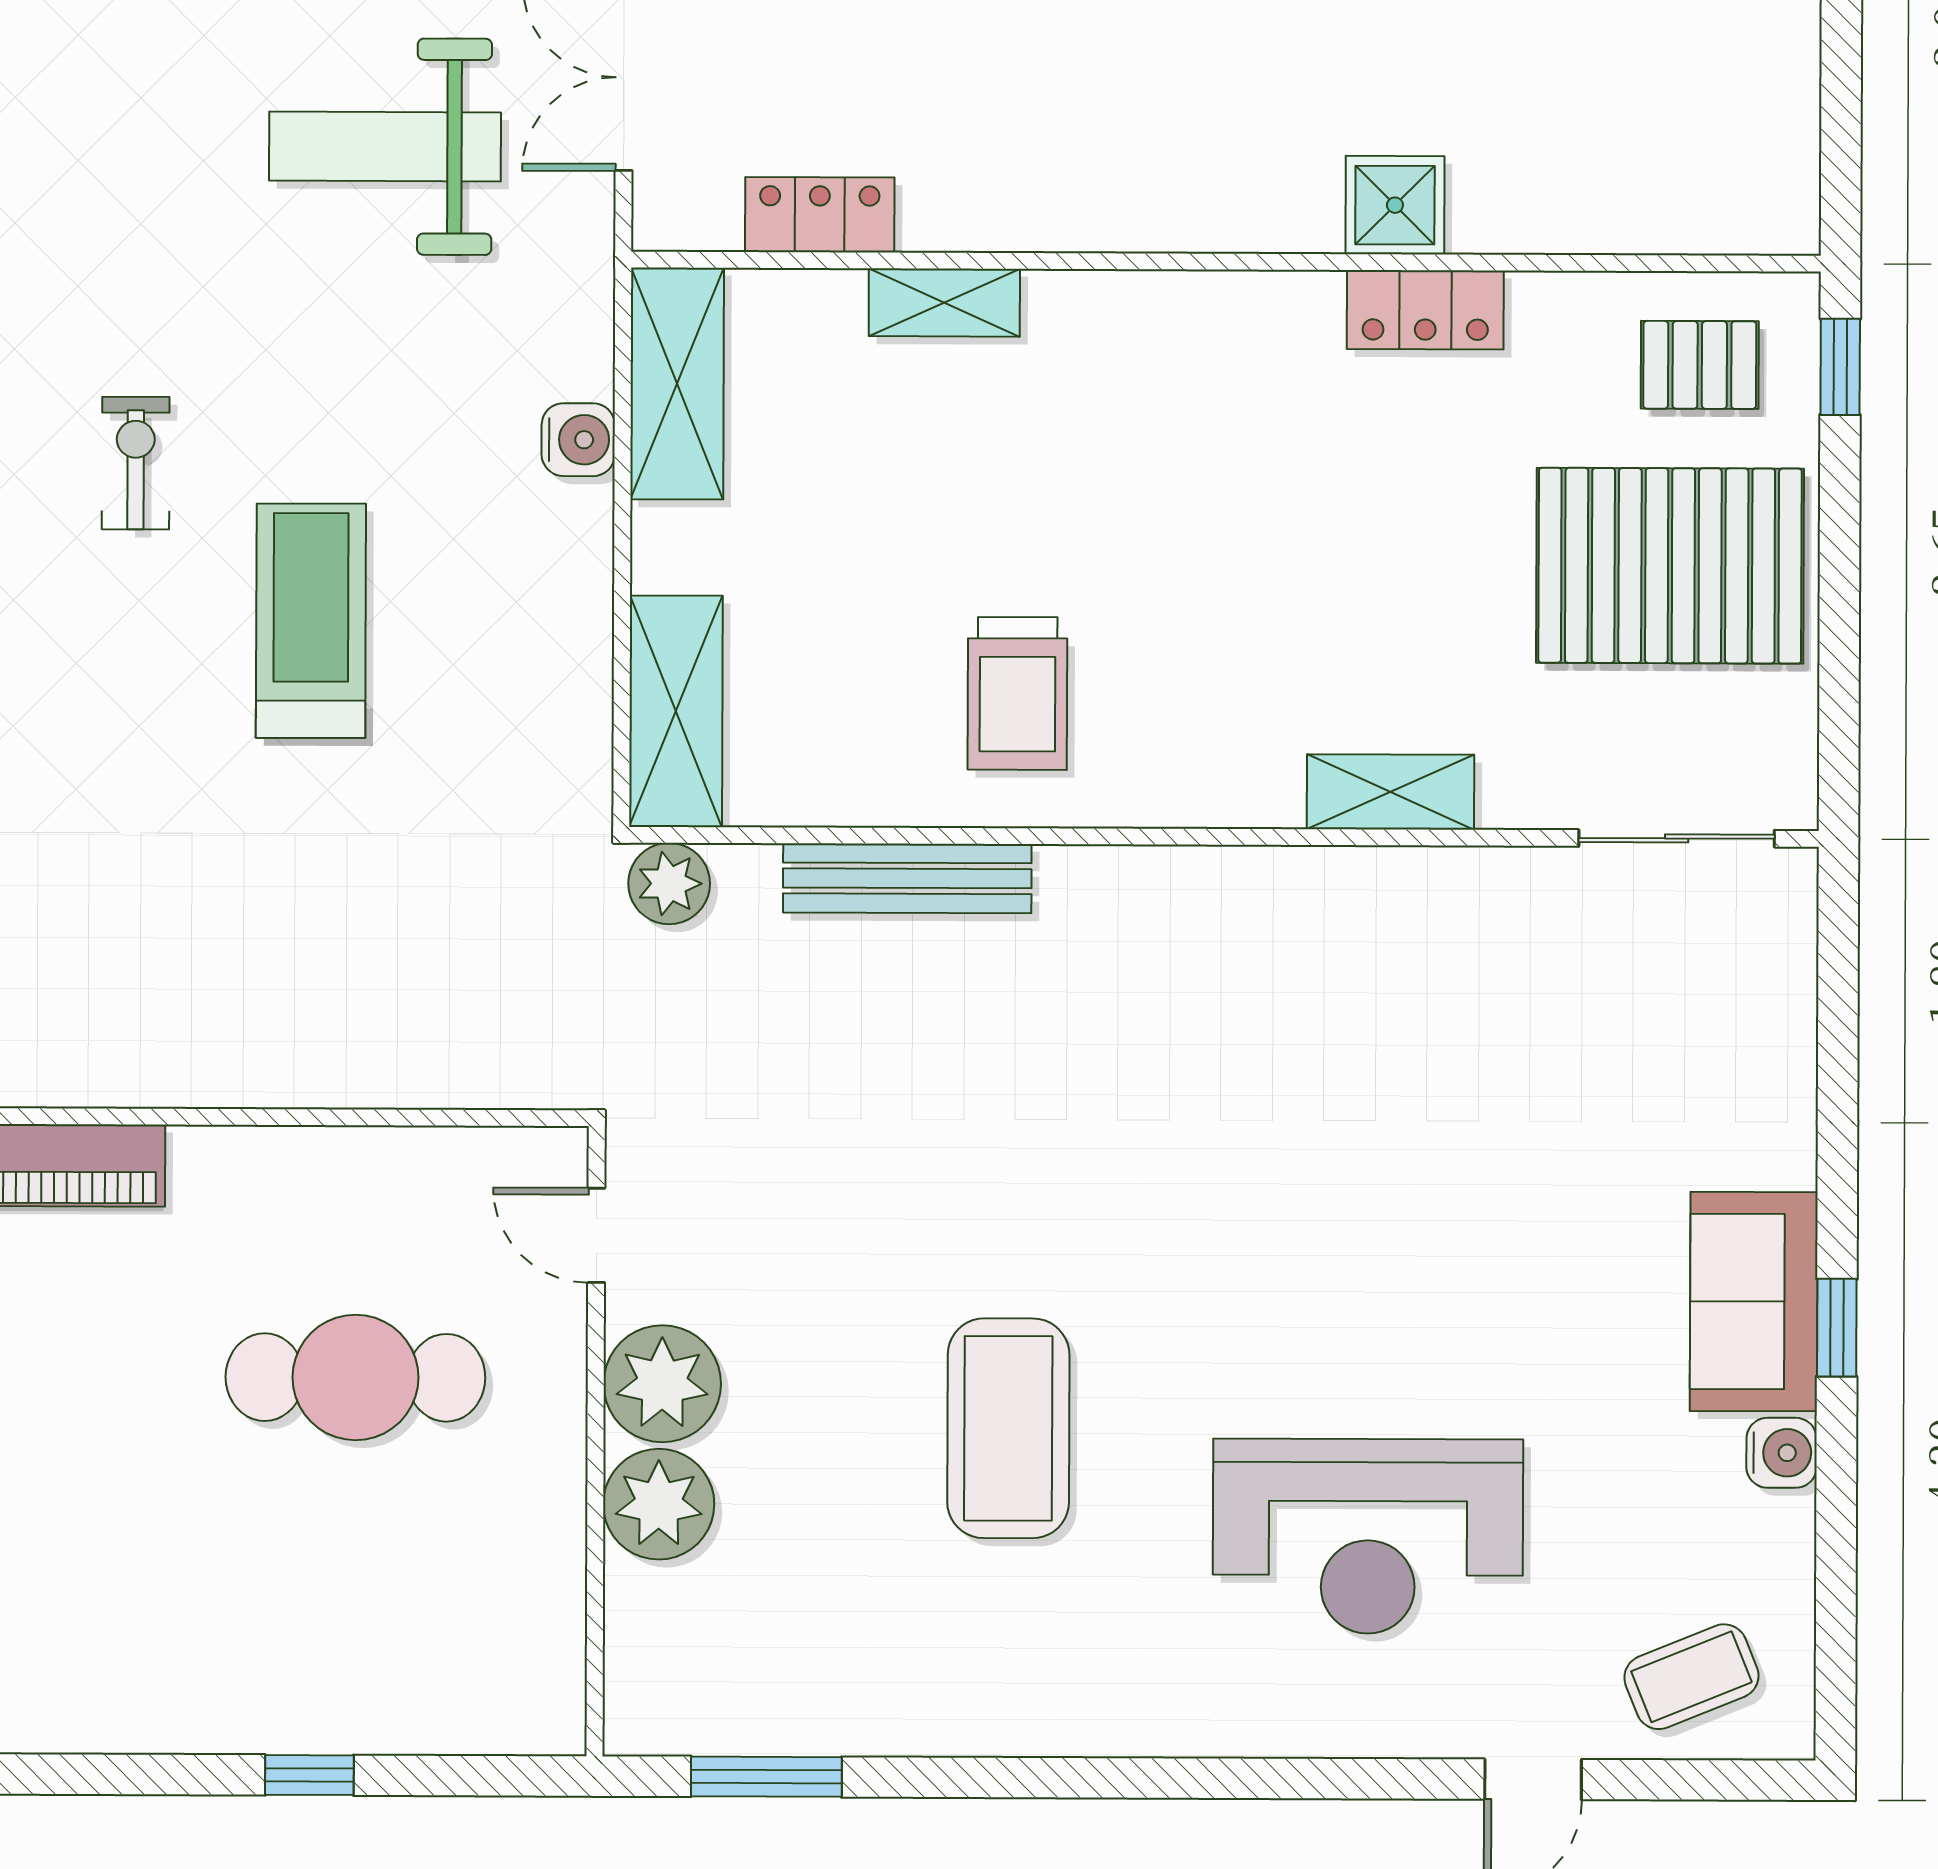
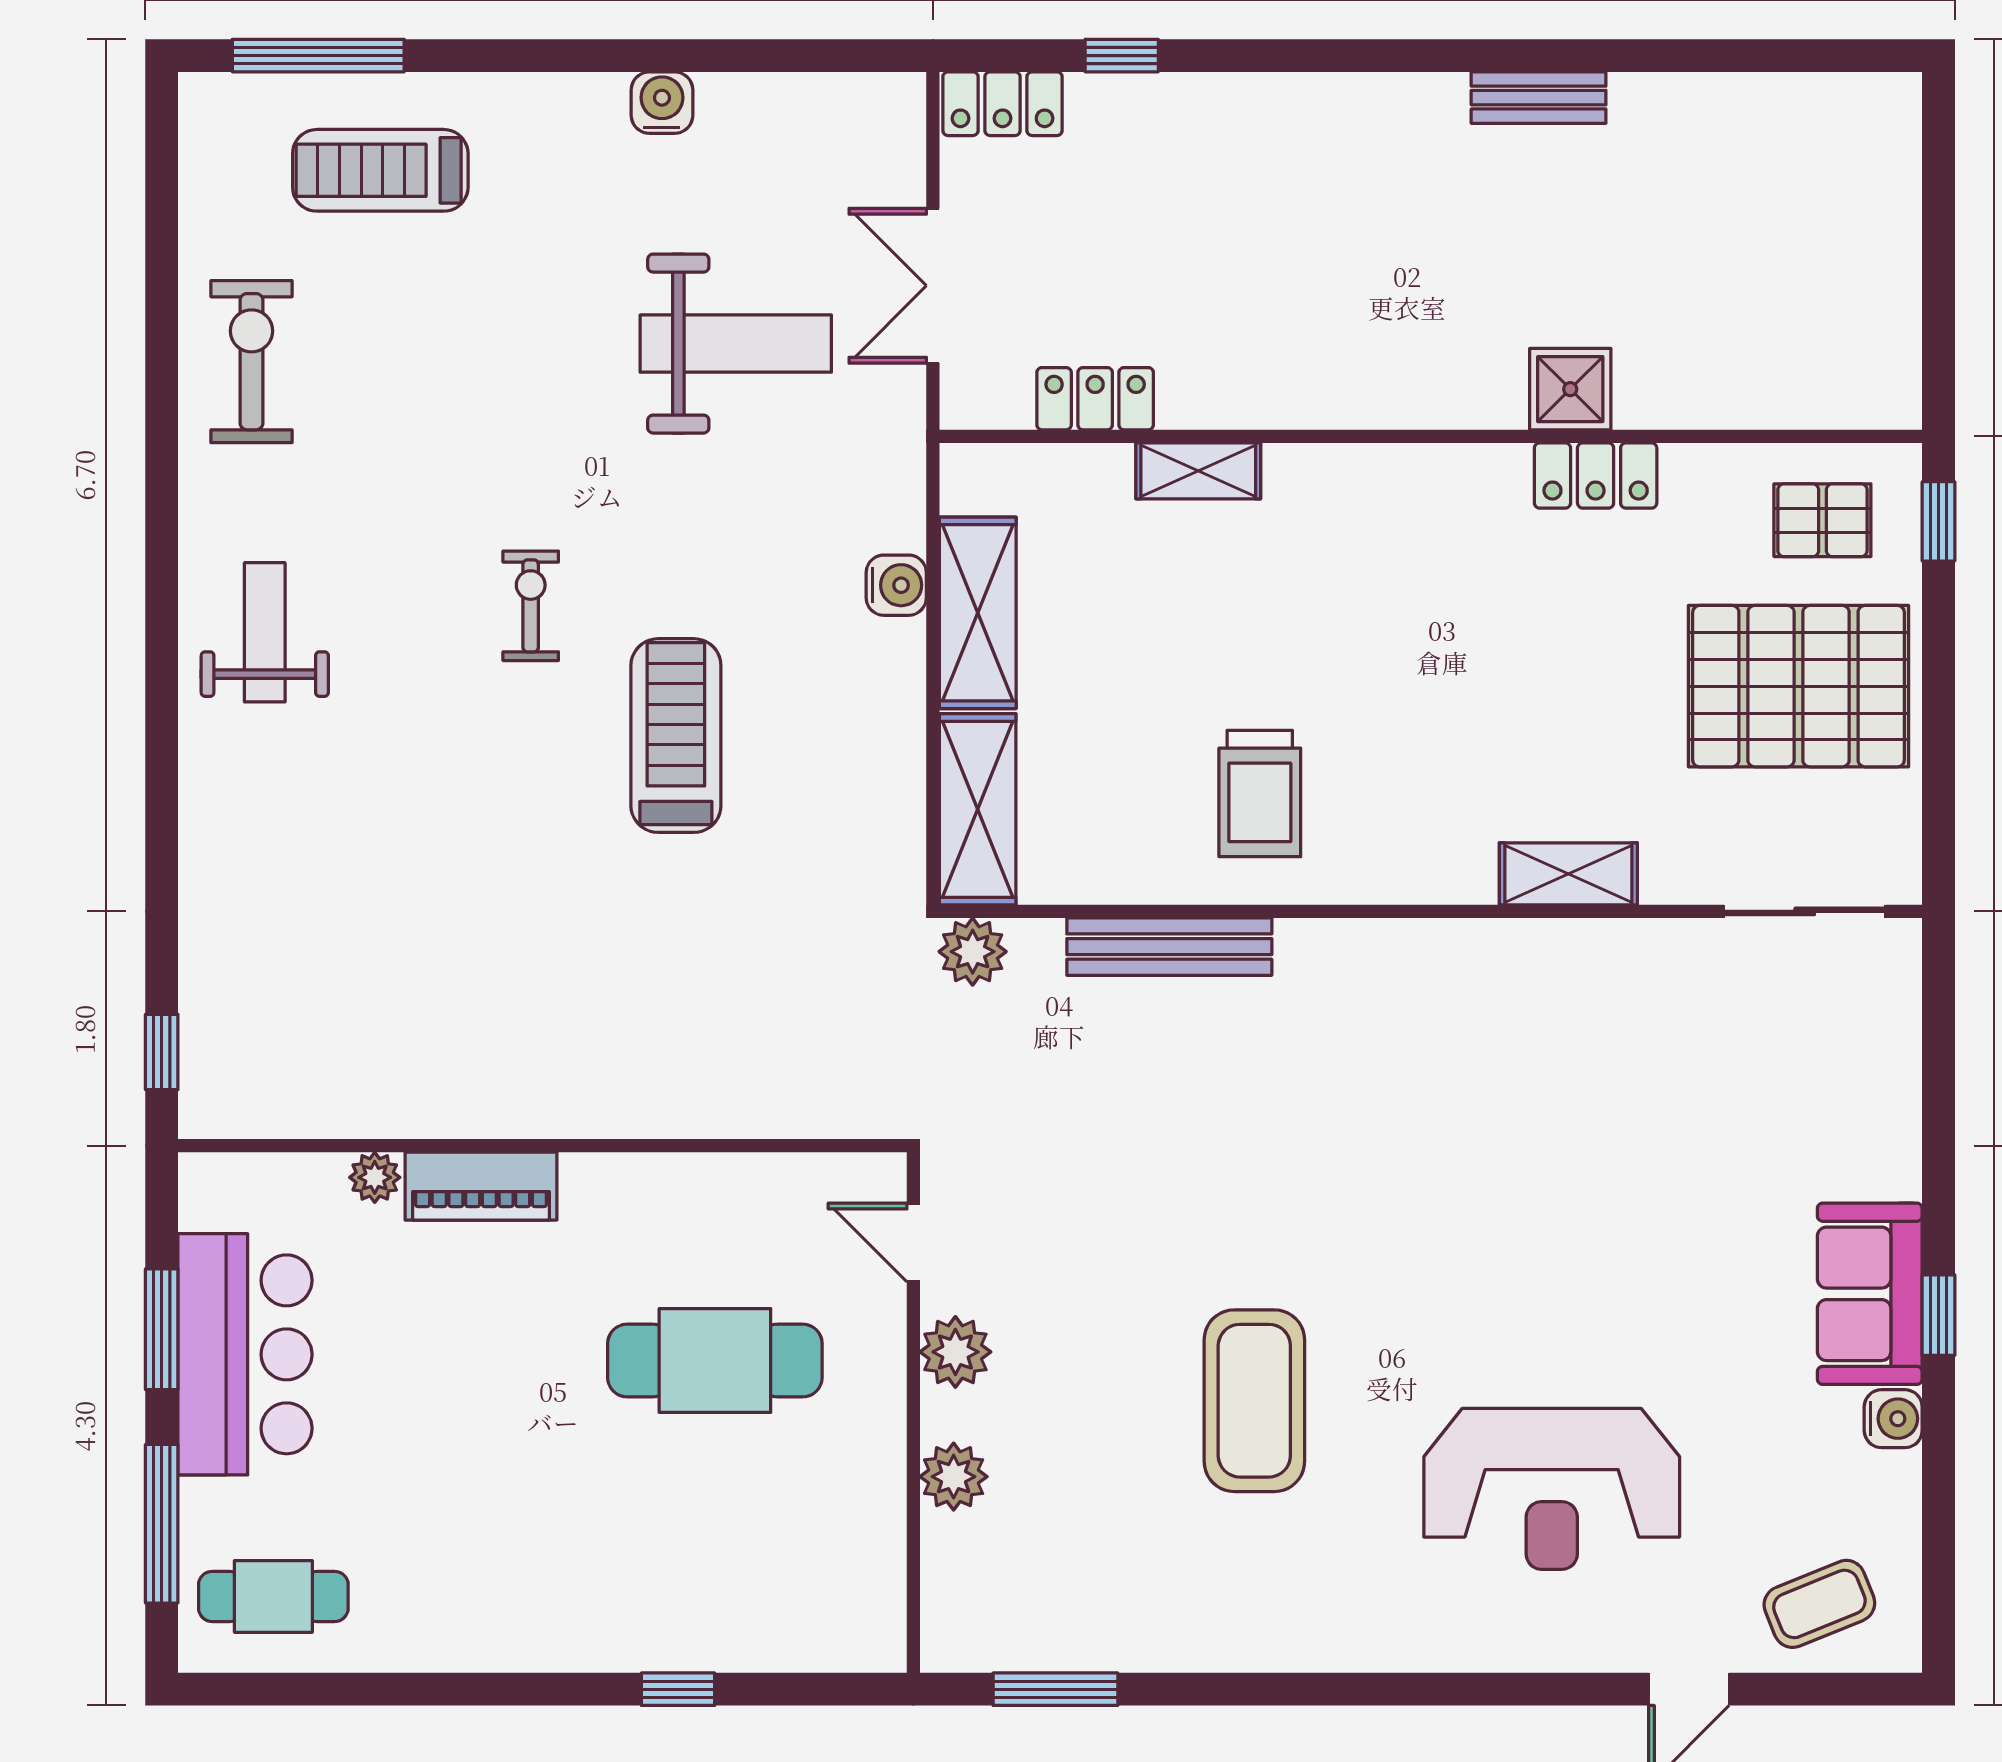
weight bench: (385, 147) -> (736, 344), turned 180
shelving: (677, 384) -> (978, 613), moved
plant: (662, 1384) -> (955, 1352), width x0.73, depth x0.73
plant: (659, 1504) -> (954, 1477), width x0.73, depth x0.73

